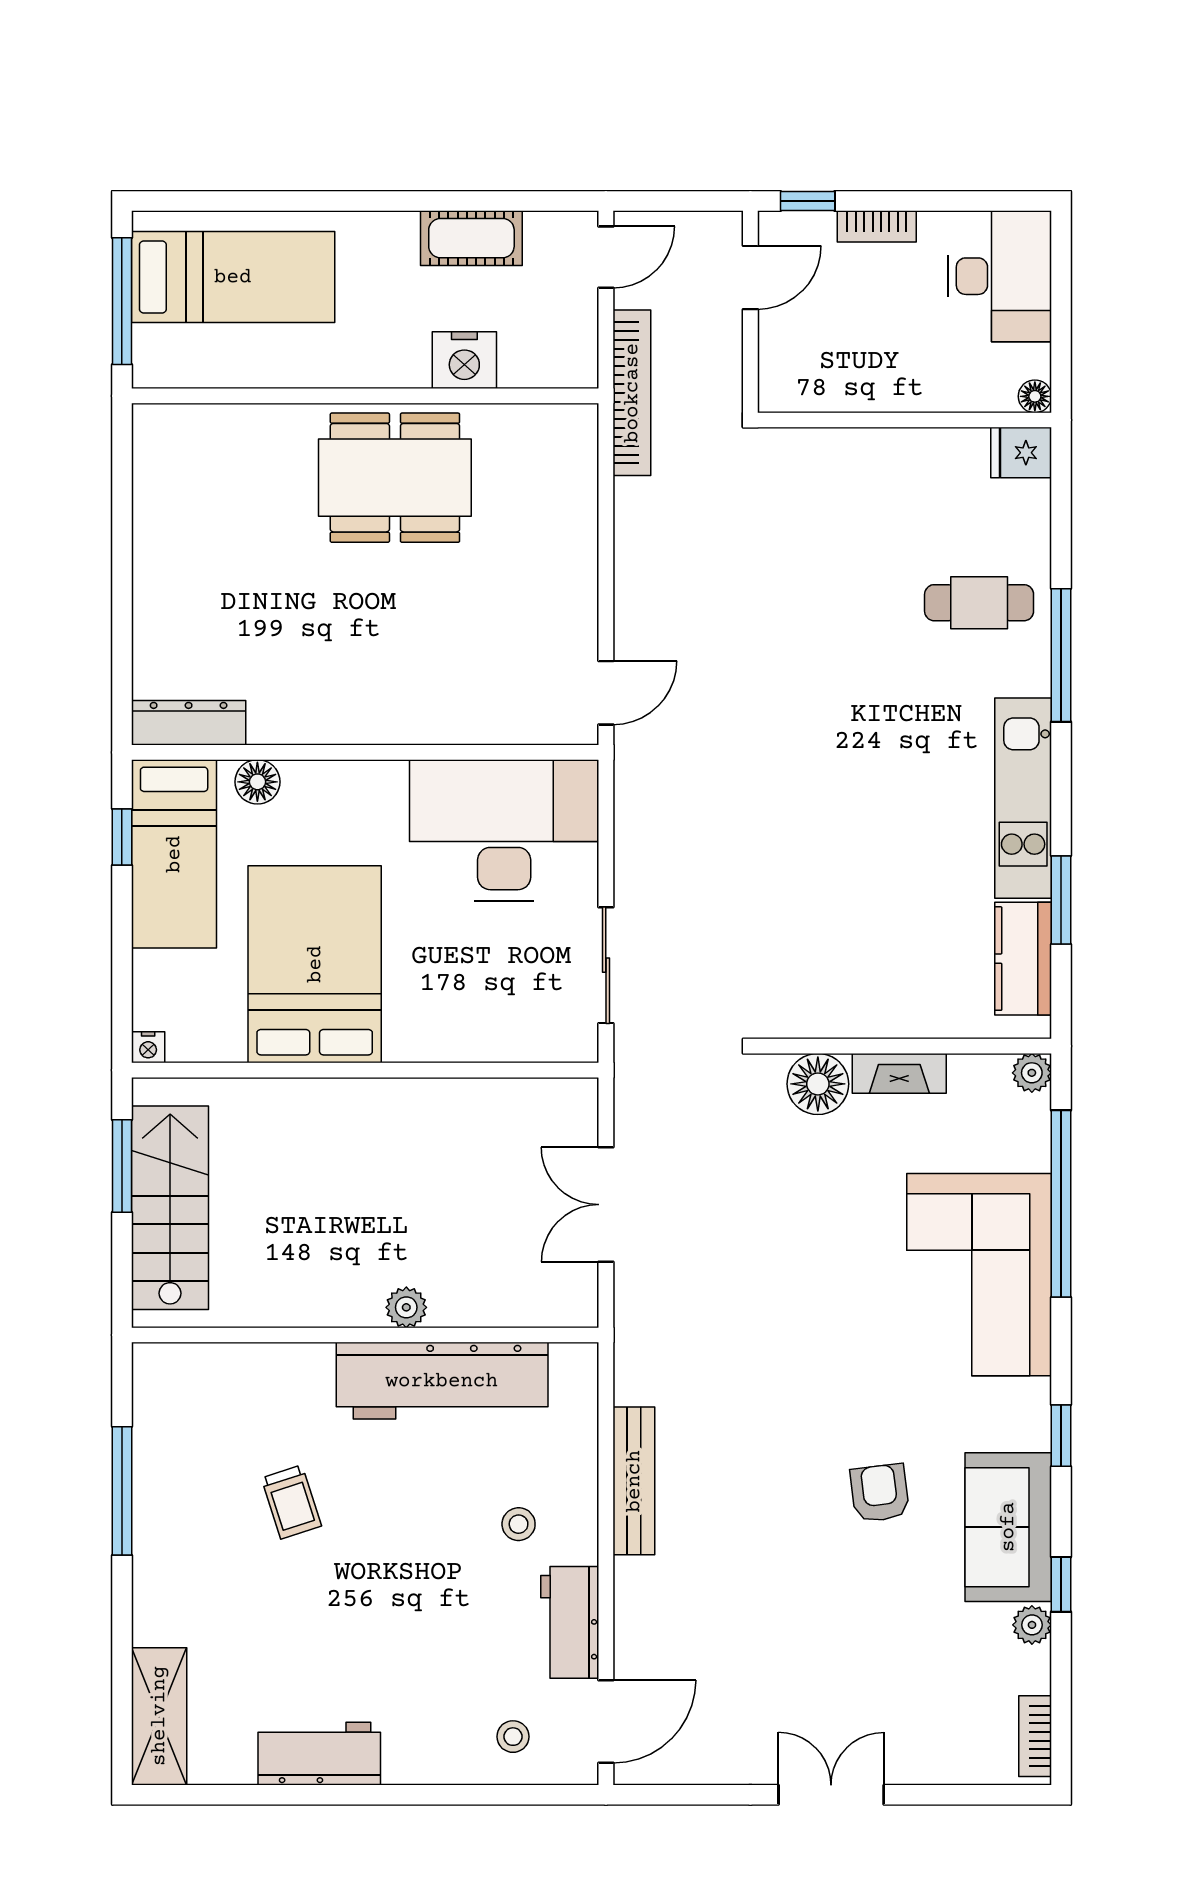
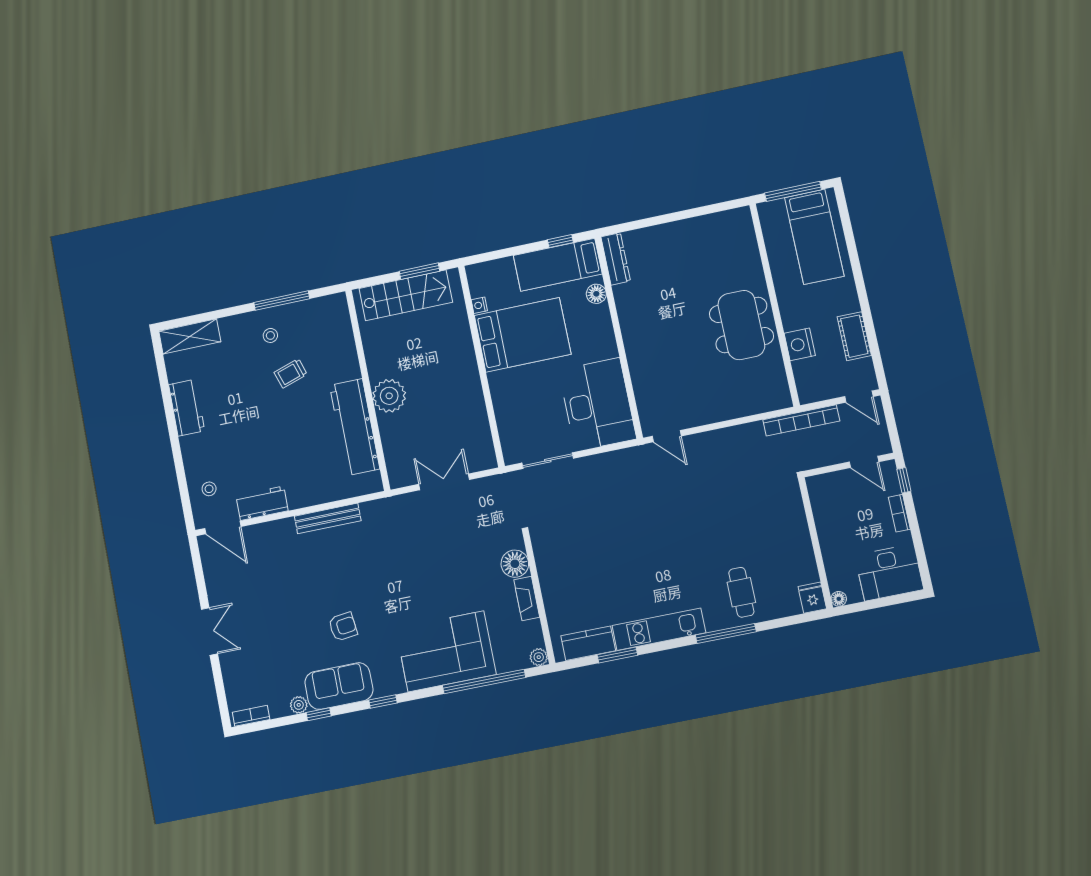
nightstand: (148, 1047) -> (479, 305), moved
plant: (406, 1307) -> (389, 396), width x1.87, depth x1.87
stool: (519, 1524) -> (270, 335), moved

